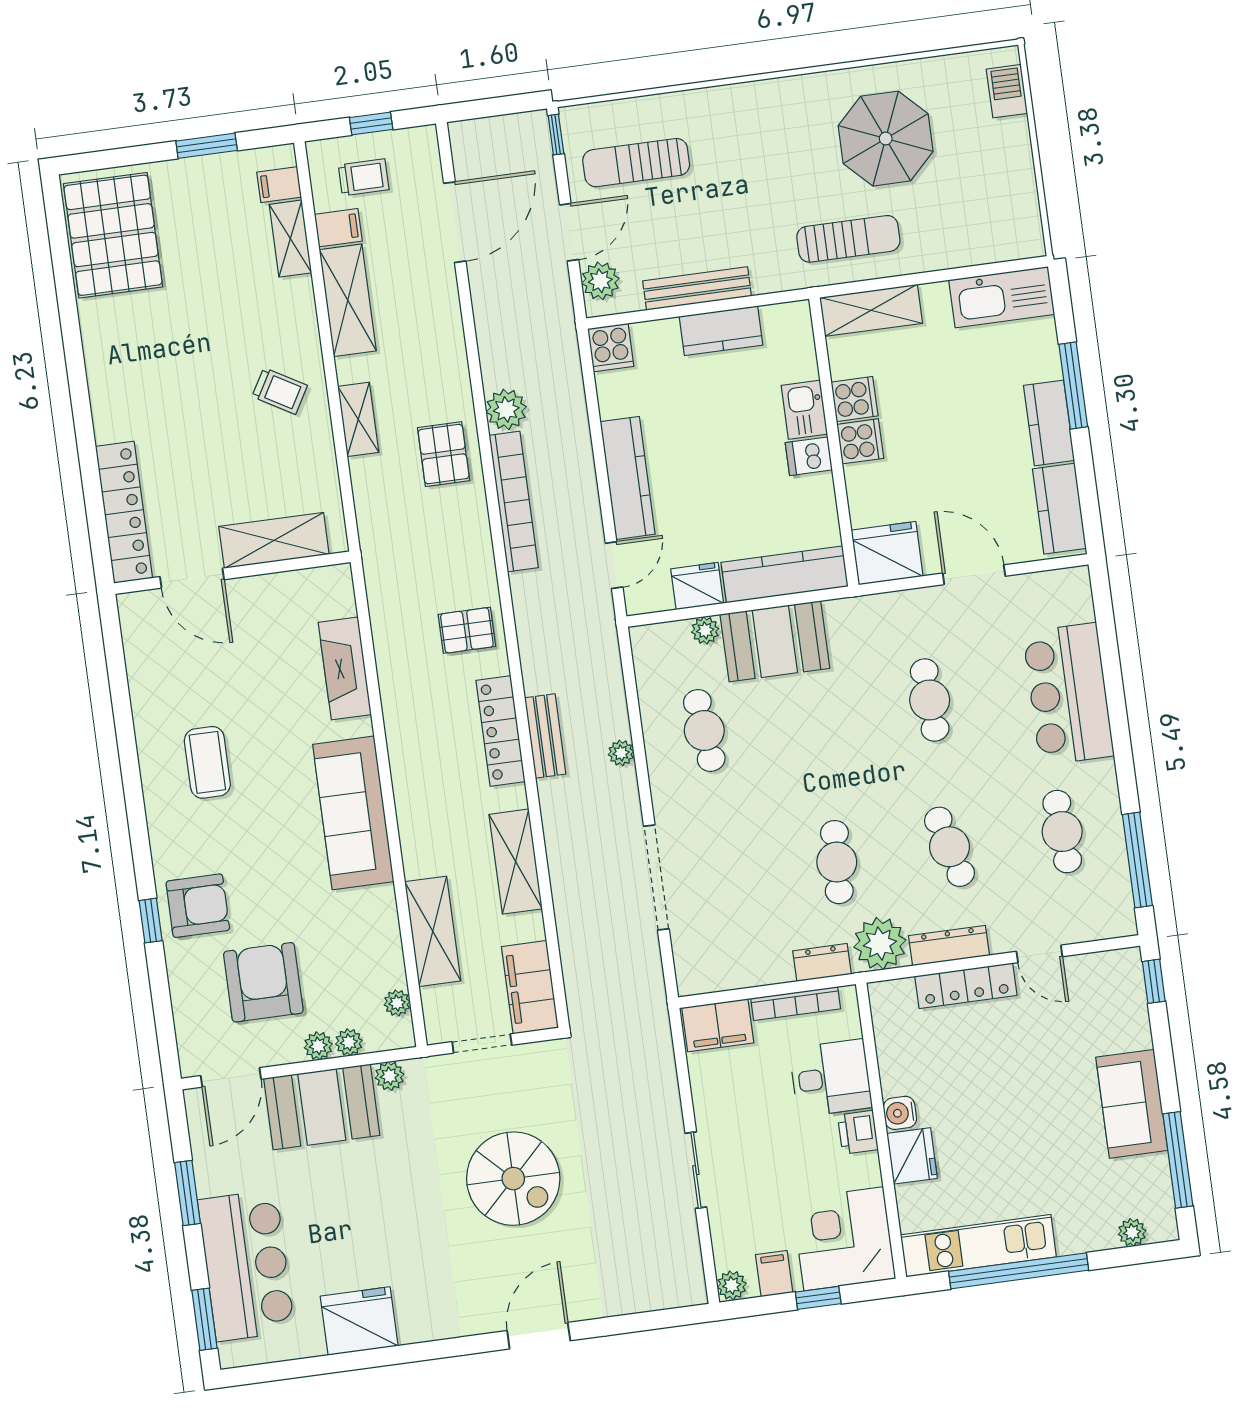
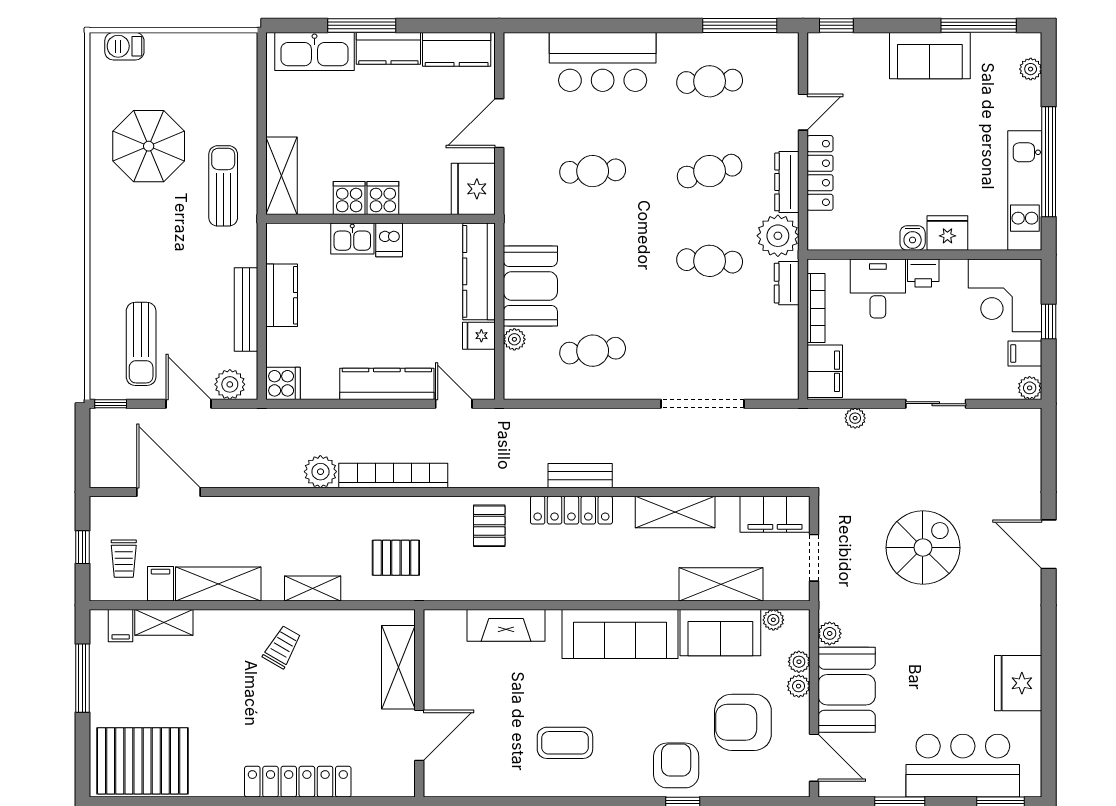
window: (207, 146) -> (82, 678), width x1.44
trolley: (364, 177) -> (124, 559), turned 180
kitchen sink: (1002, 297) -> (315, 51), moved, turned 90
pallet: (444, 454) -> (396, 558), moved
locker: (124, 512) -> (298, 782), moved
fridge: (697, 586) -> (479, 336), width x0.72
plant: (621, 753) -> (855, 418), moved
sofa: (372, 939) -> (720, 633), added

